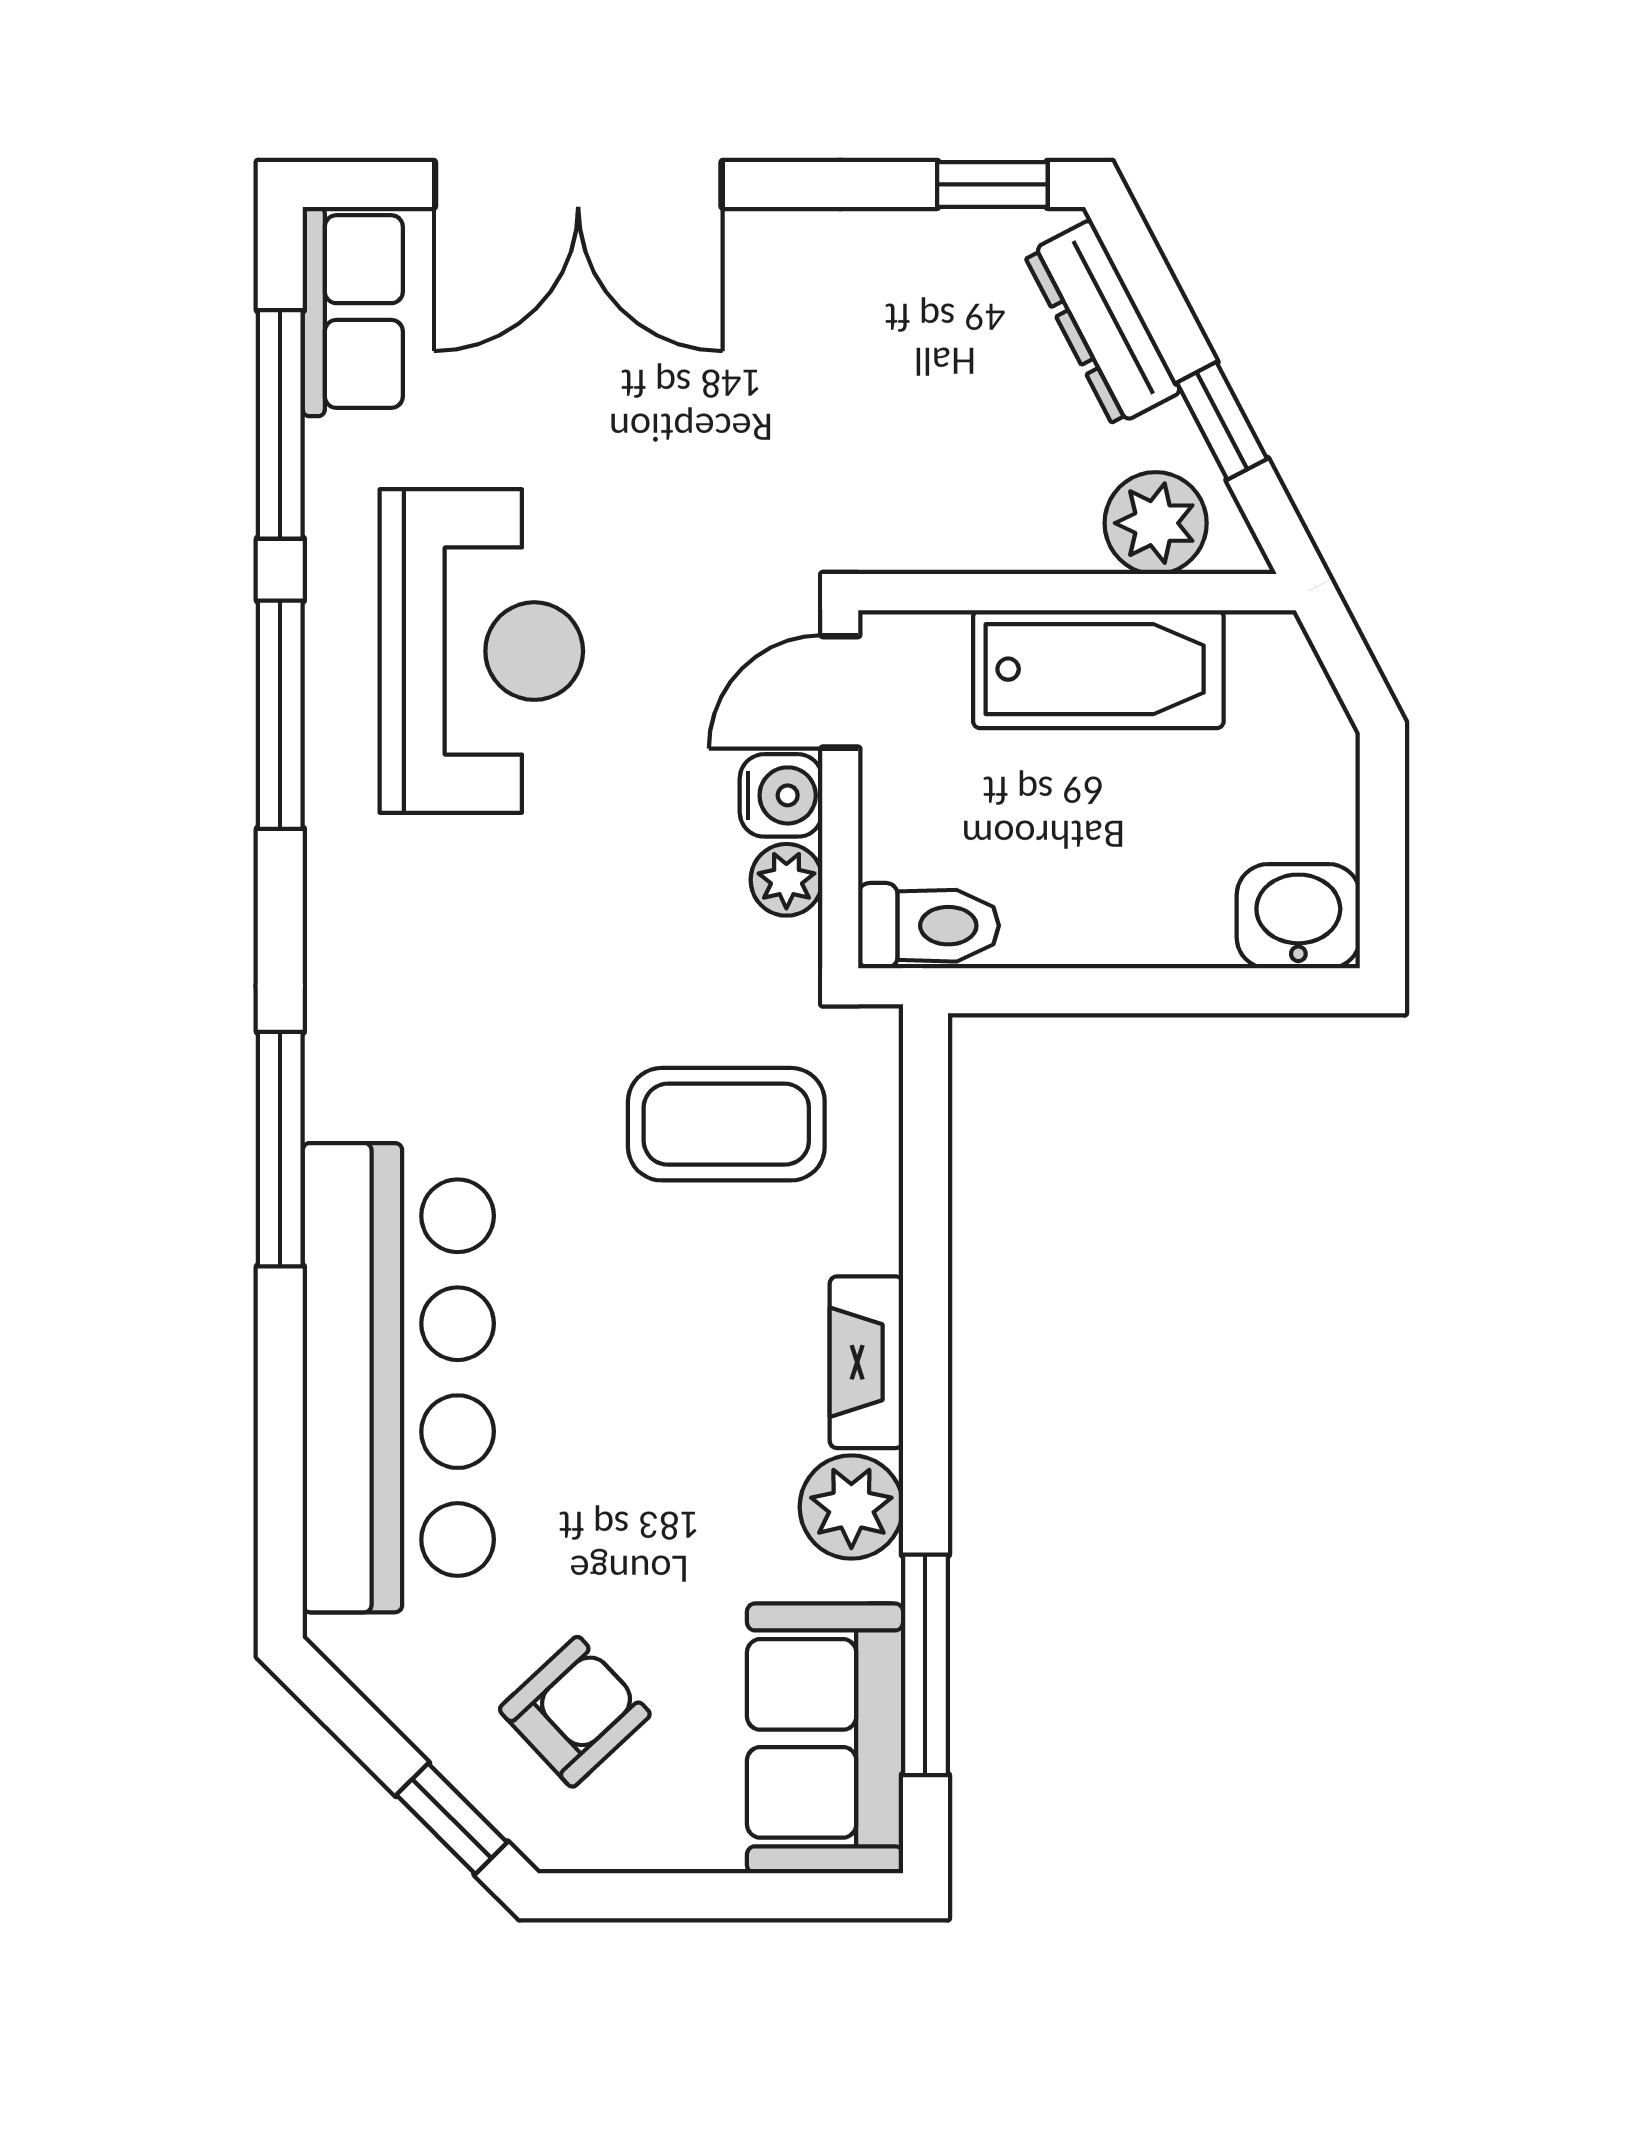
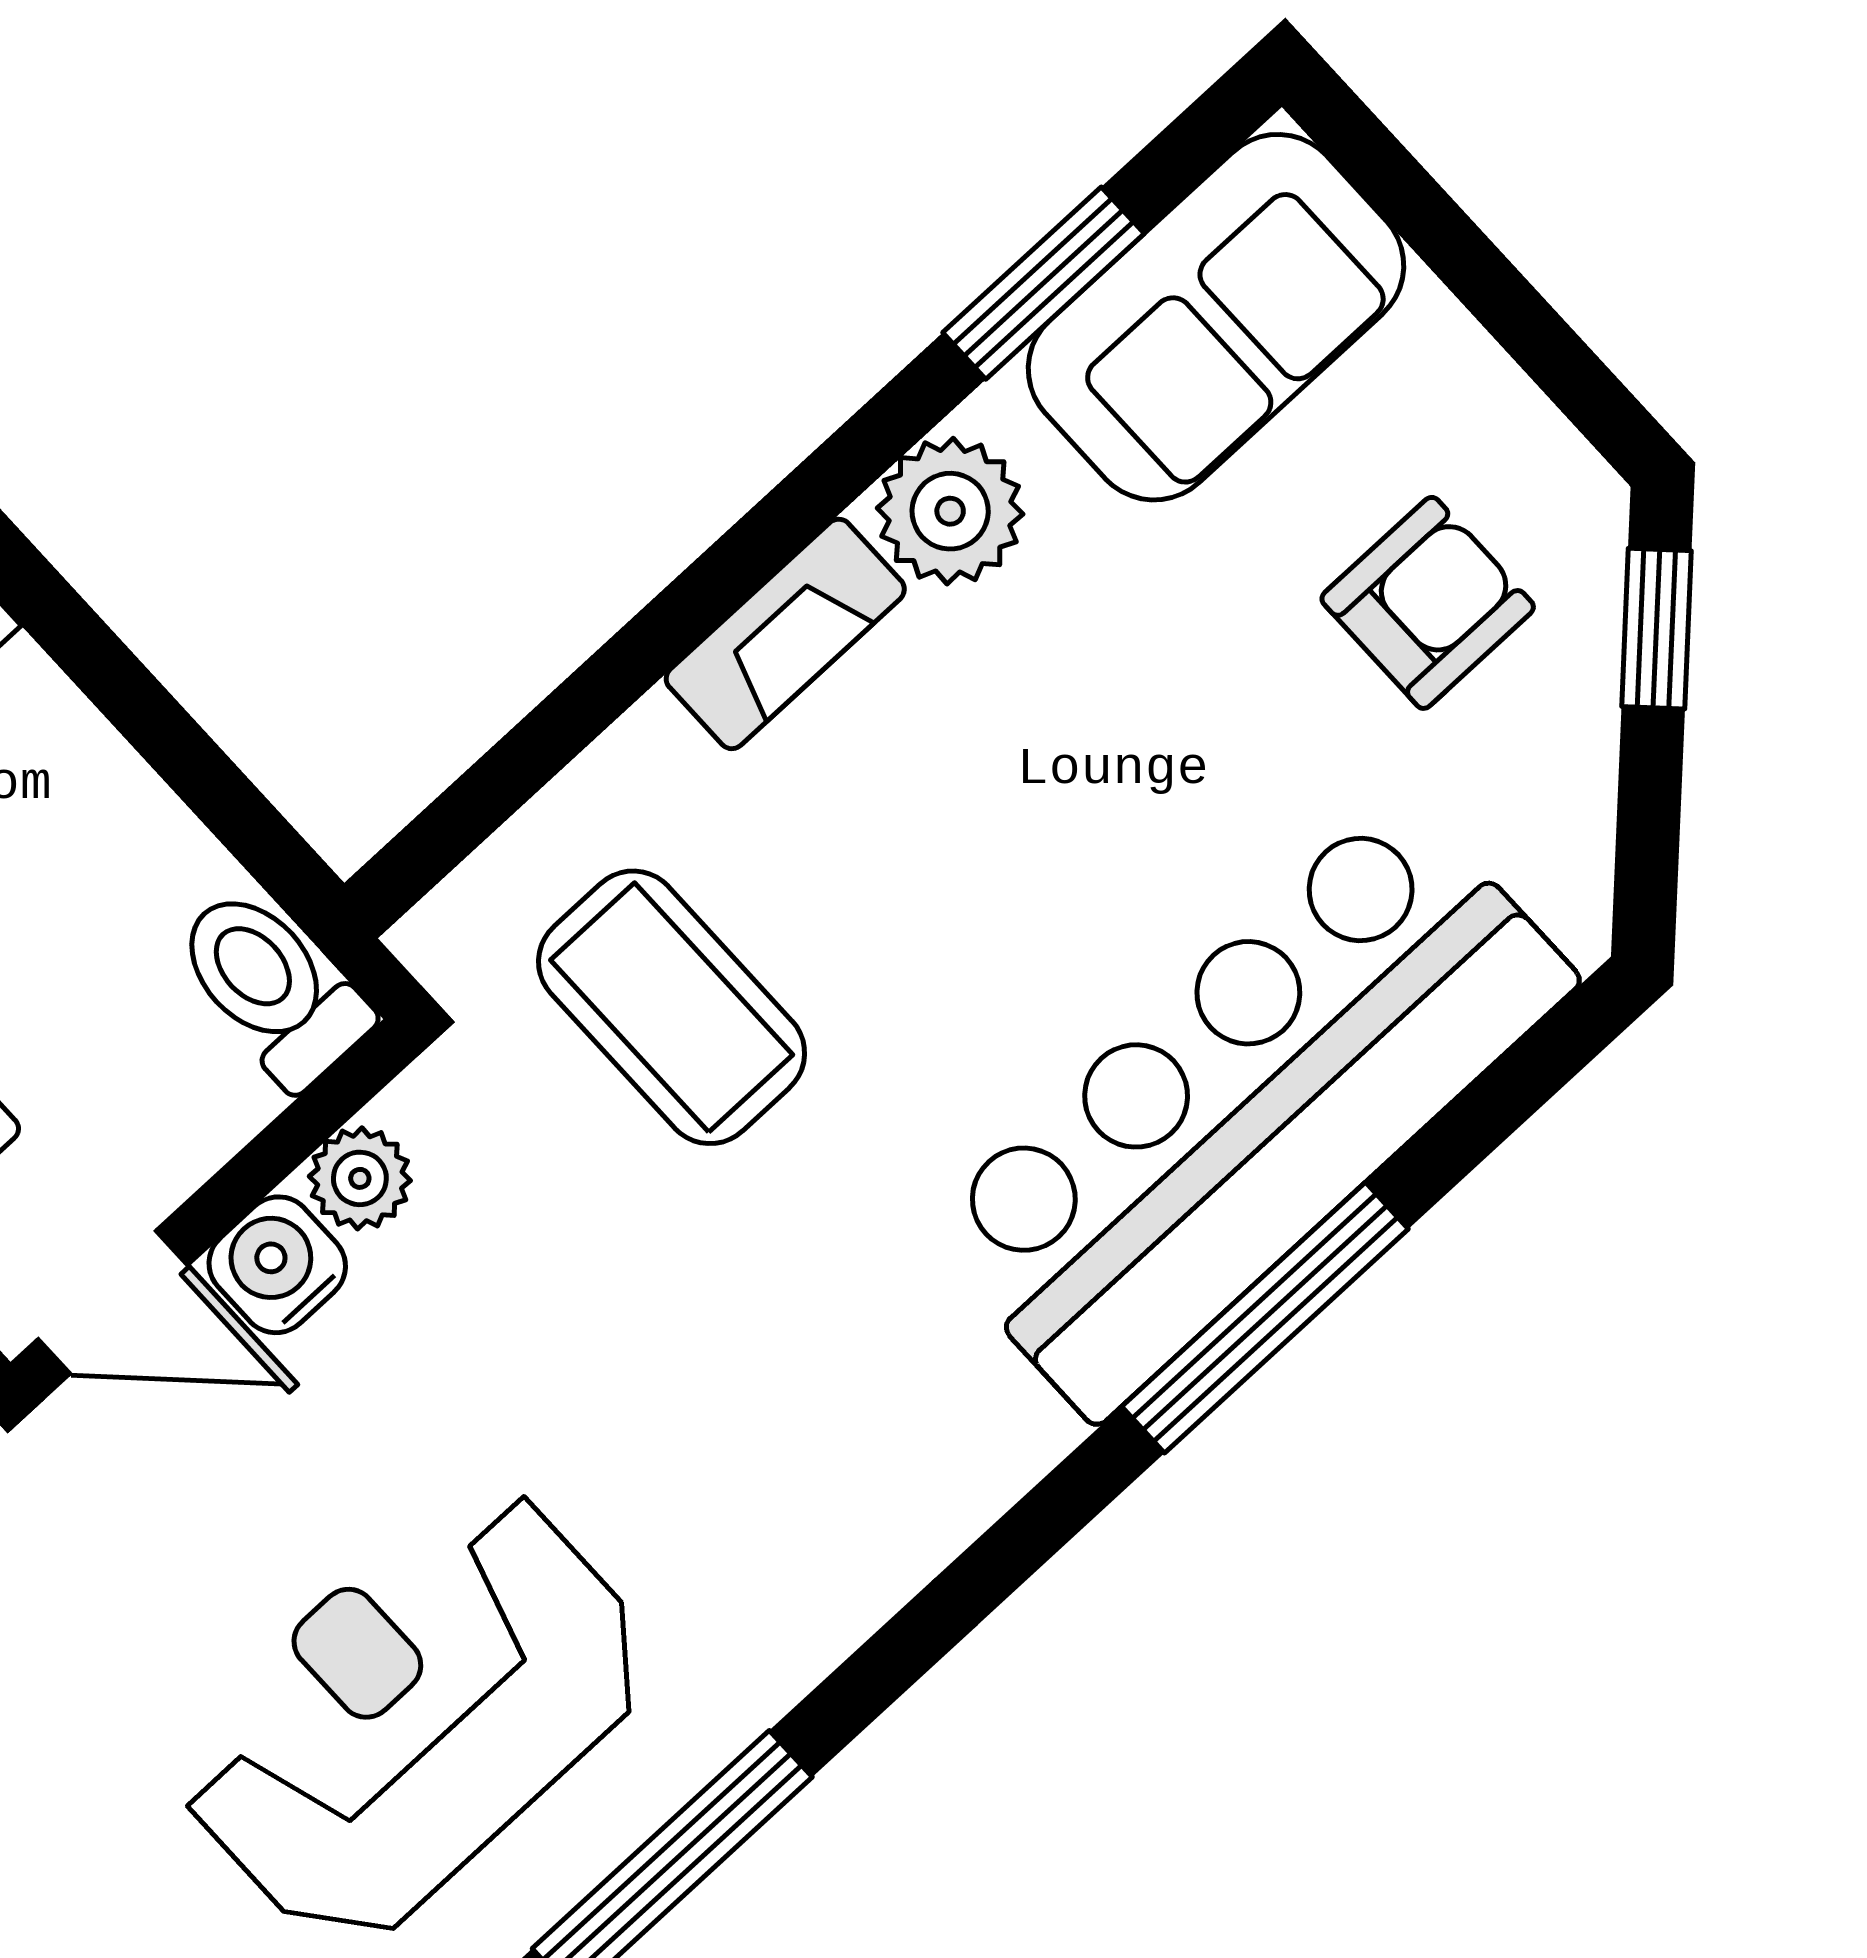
window: (280, 1149) -> (1265, 1318), moved
window: (925, 1665) -> (1044, 283), width x0.69
armchair: (575, 1712) -> (1428, 603), turned 133

